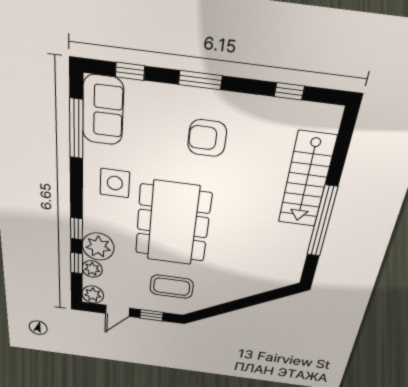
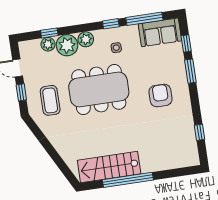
window: (200, 80) -> (190, 71), moved
stairs: (307, 180) -> (109, 167), moved
side table: (115, 183) -> (116, 48), width x0.54, depth x0.54
window: (76, 229) -> (111, 24), moved
plant: (93, 294) -> (86, 39), moved

